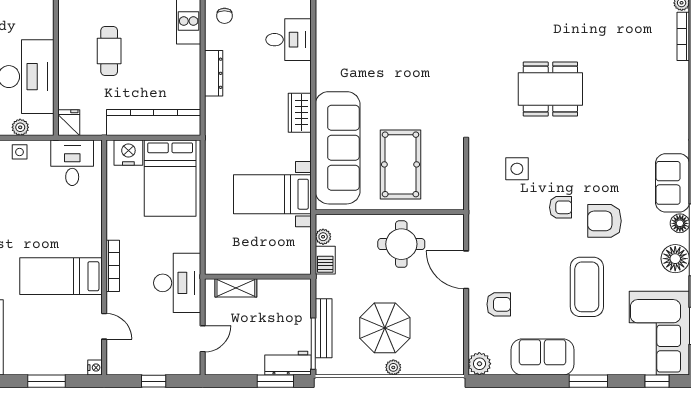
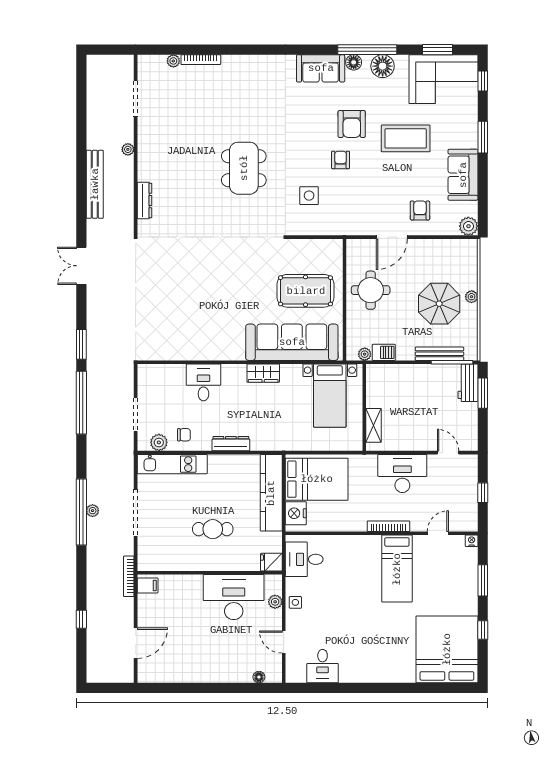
wall: (258, 277) -> (364, 407), moved
shelving: (236, 288) -> (374, 425), moved

